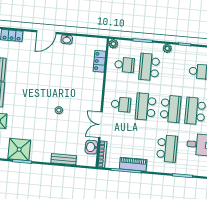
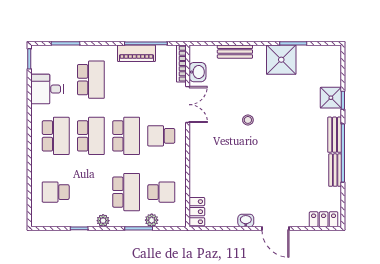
door: (46, 32) -> (275, 228), swing flipped
plant: (113, 44) -> (152, 220), moved
locker: (99, 61) -> (197, 212), moved
school desk: (124, 65) -> (161, 192), turned 180
school desk: (171, 109) -> (91, 136), turned 180
school desk: (167, 148) -> (91, 80), turned 180
shower: (19, 149) -> (281, 60), moved

